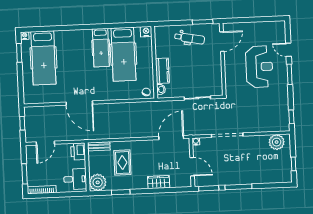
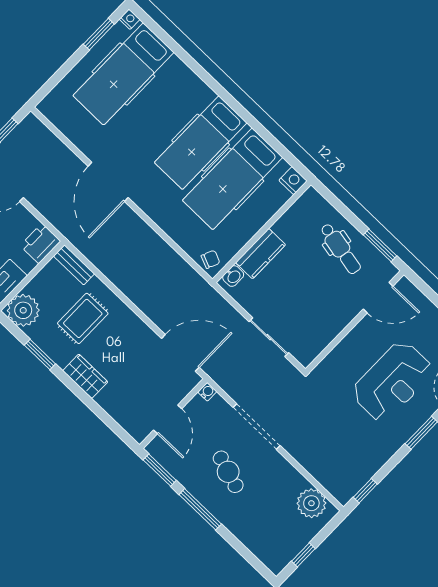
hospital bed: (101, 48) -> (201, 143), width x1.37, depth x1.29
cafe table: (234, 163) -> (228, 472), added
wardrobe: (159, 182) -> (85, 376), moved

